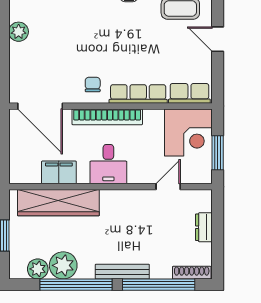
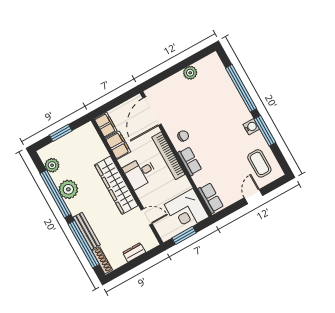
row of seats: (138, 94) -> (190, 161), width x0.68
filing cabinet: (25, 174) -> (106, 125), added
wardrobe: (58, 203) -> (116, 185), moved
plant: (63, 265) -> (68, 189), moved
bench: (122, 272) -> (87, 231), moved

